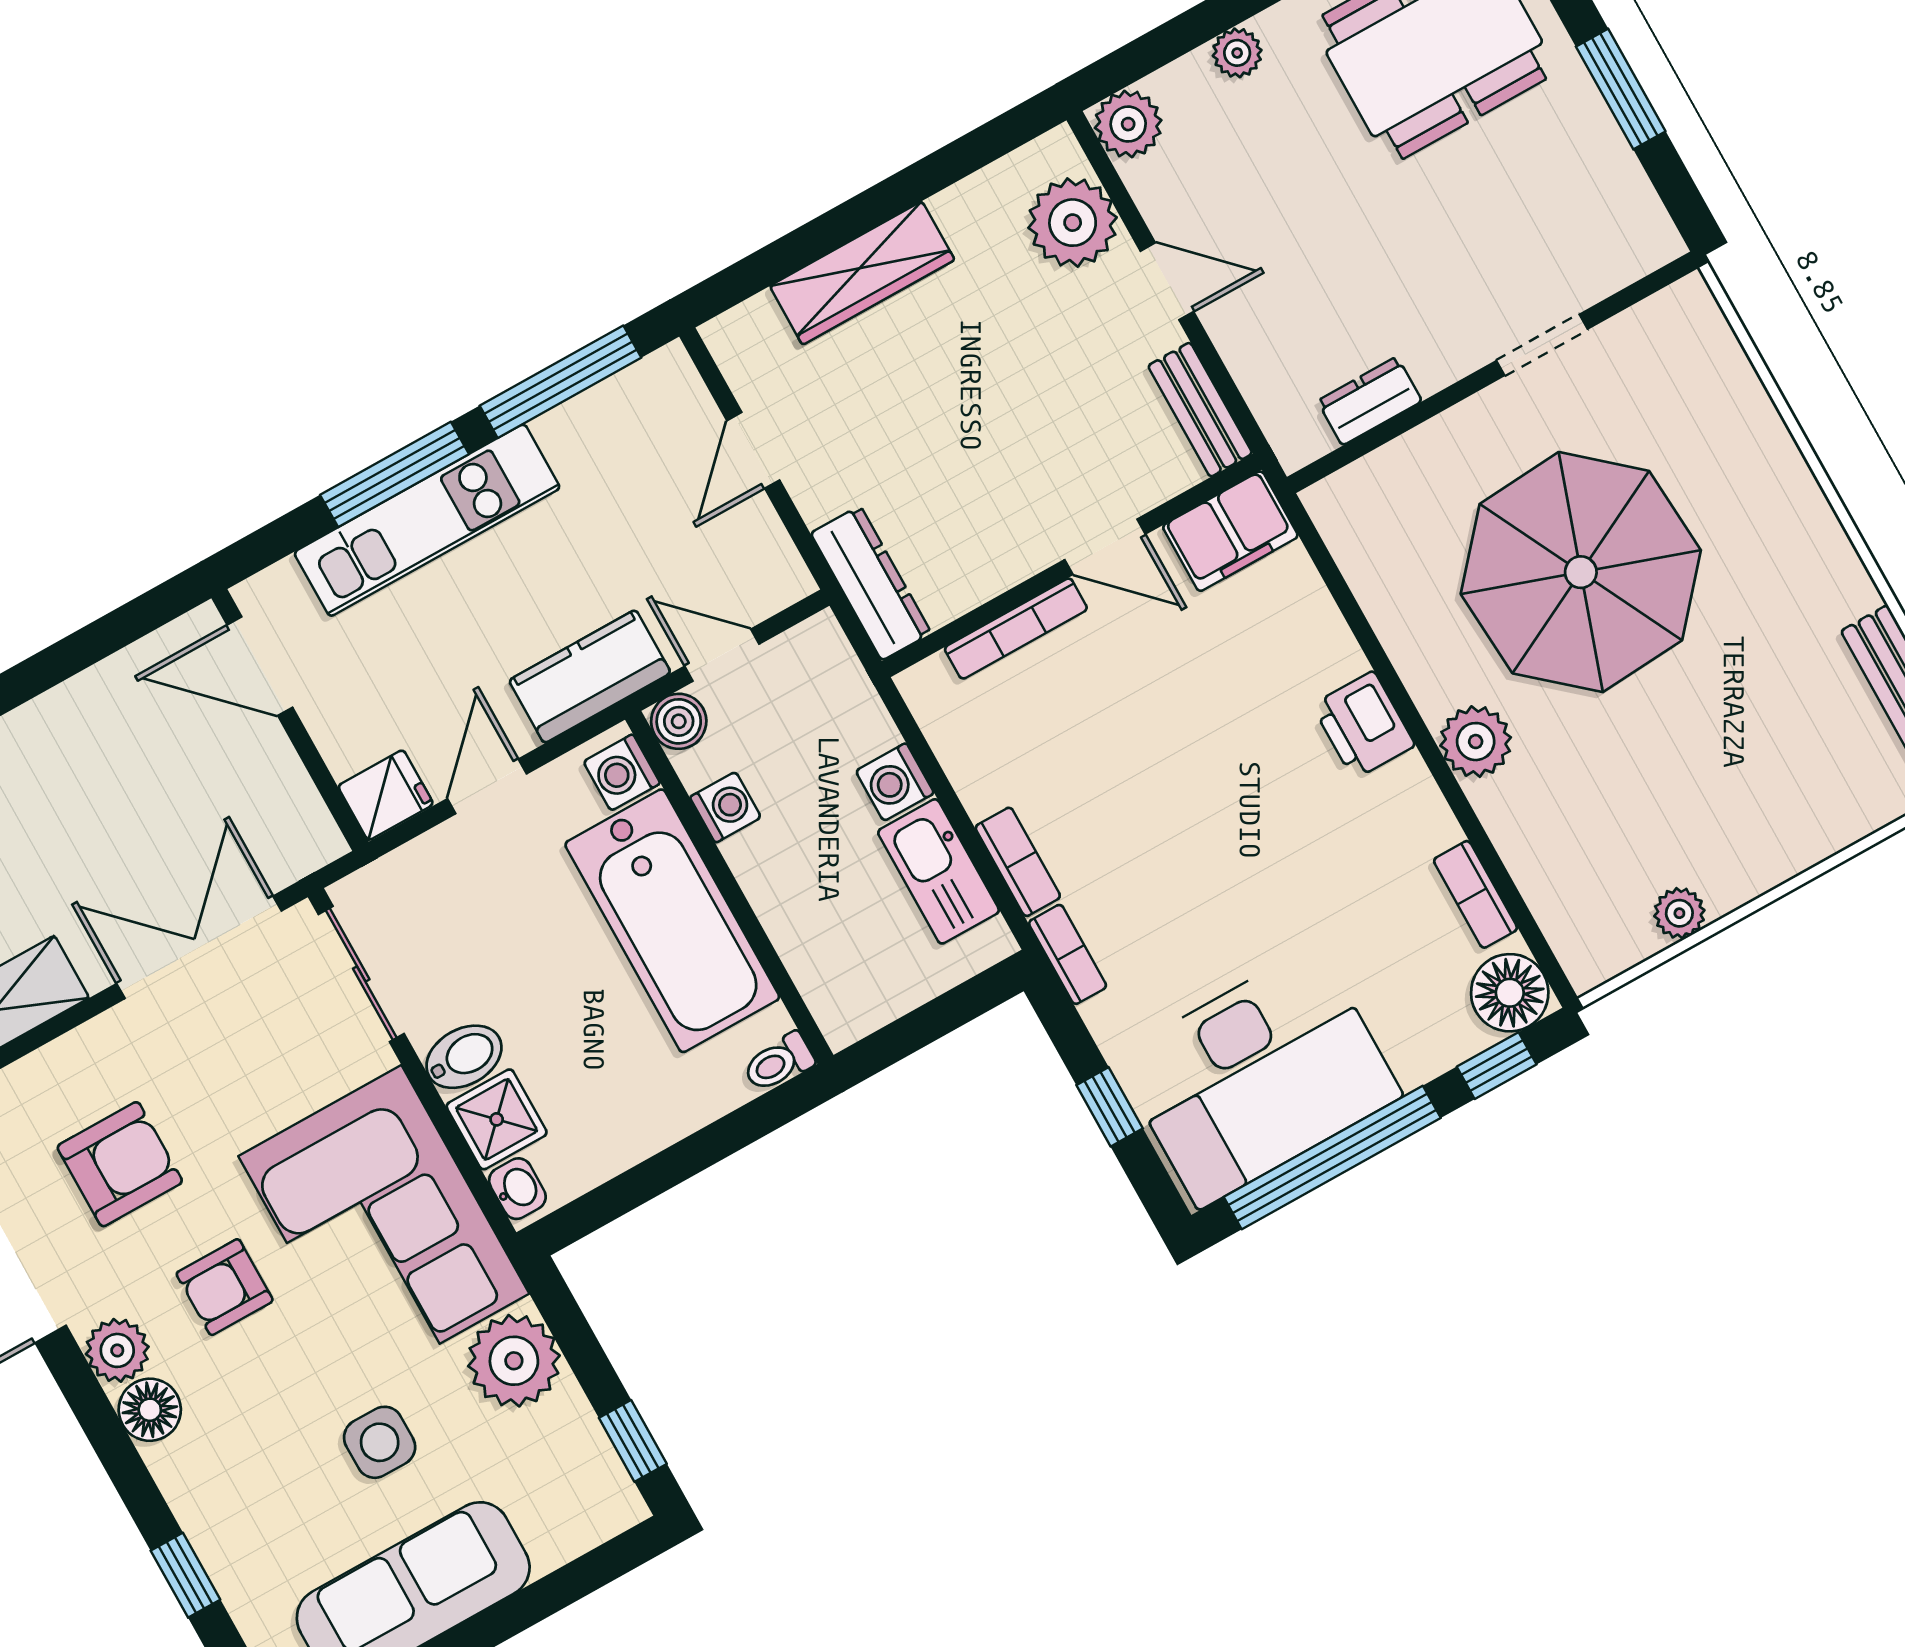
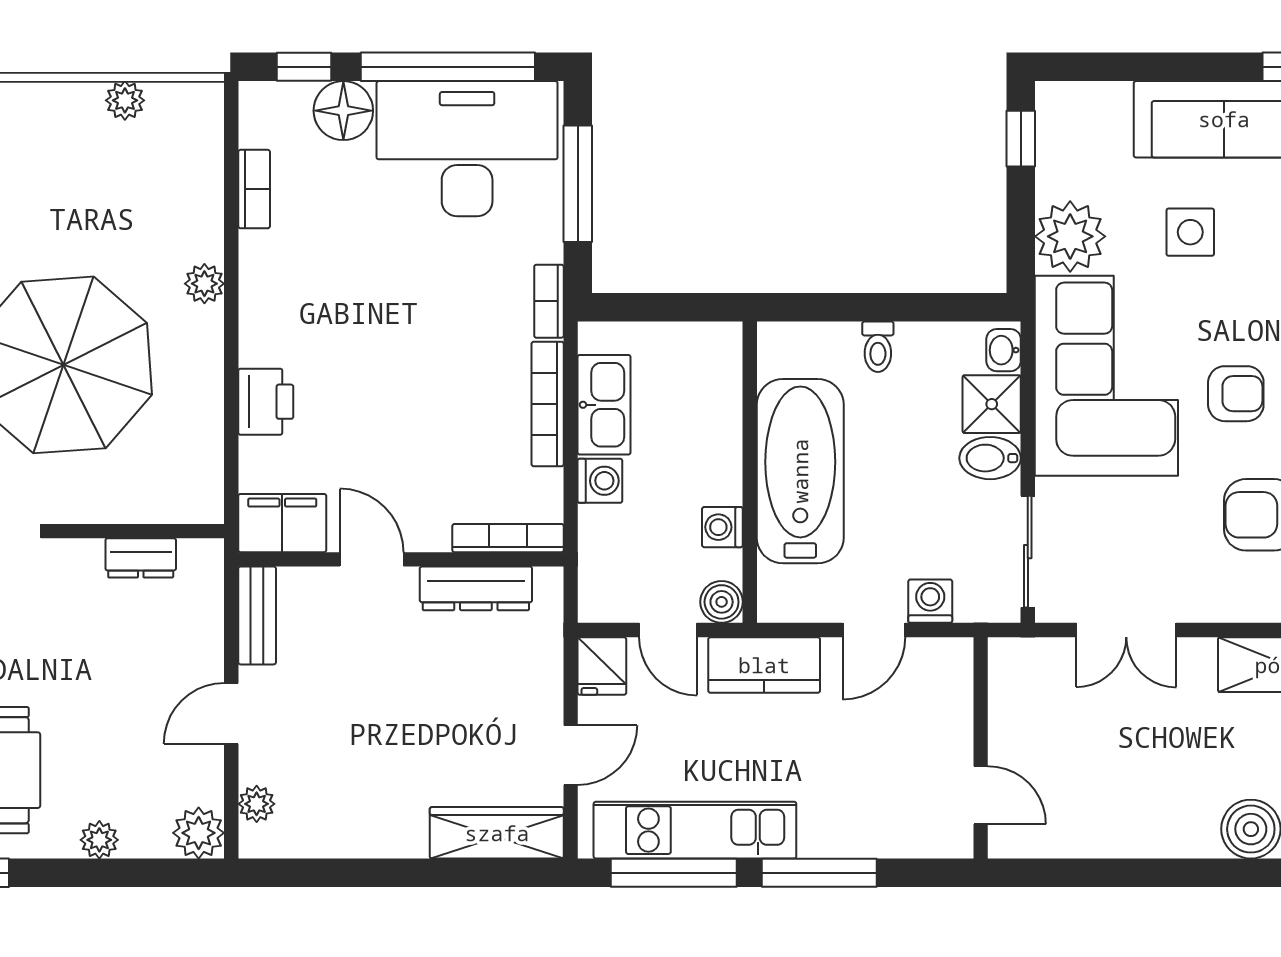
plant: (1073, 223) -> (257, 804), width x0.53, depth x0.53
wardrobe: (862, 273) -> (497, 833), moved
door: (1167, 281) -> (231, 713), hinge flipped
kitchen unit: (427, 520) -> (695, 830), moved
dresser: (871, 583) -> (476, 588), moved, turned -90
bookcase: (1016, 629) -> (508, 538), moved
door: (260, 666) -> (981, 795), width x0.73
printer: (1364, 725) -> (266, 402), moved
plant: (1476, 742) -> (204, 284), width x0.73, depth x0.73
washing machine: (622, 772) -> (930, 601), moved, turned -90
fridge: (386, 795) -> (602, 666), moved, turned -90
bookcase: (1018, 862) -> (548, 404), width x1.56
double door: (199, 947) -> (1126, 630), width x0.73
floor lamp: (1510, 993) -> (343, 111), moved
toilet: (779, 1062) -> (878, 347), moved, turned 90
window: (1110, 1107) -> (578, 184), width x2.17

